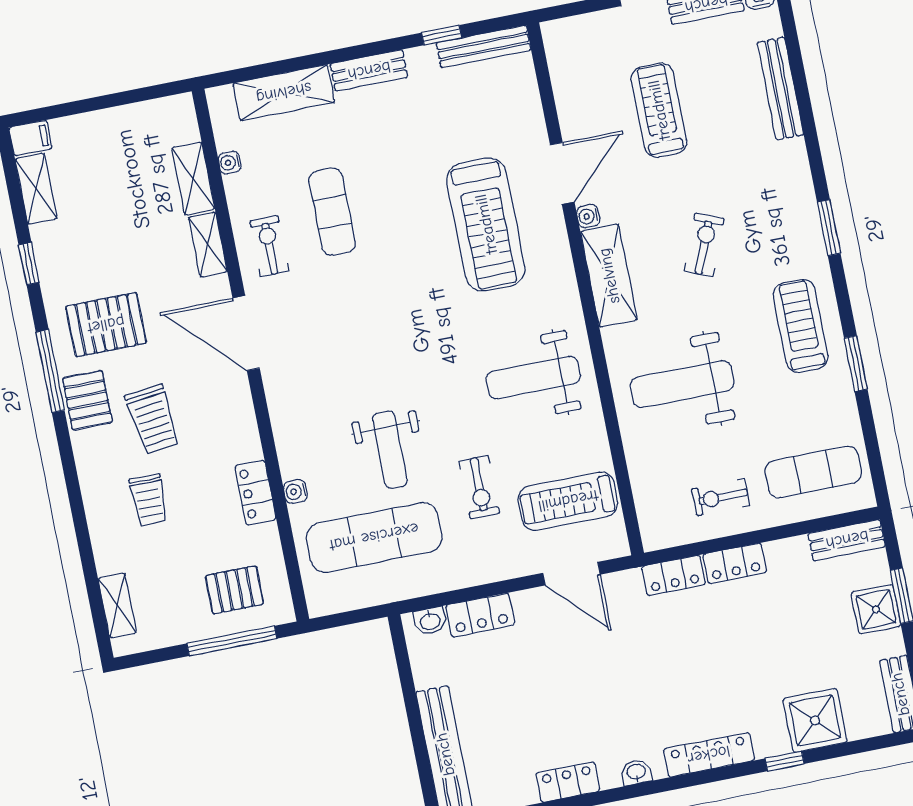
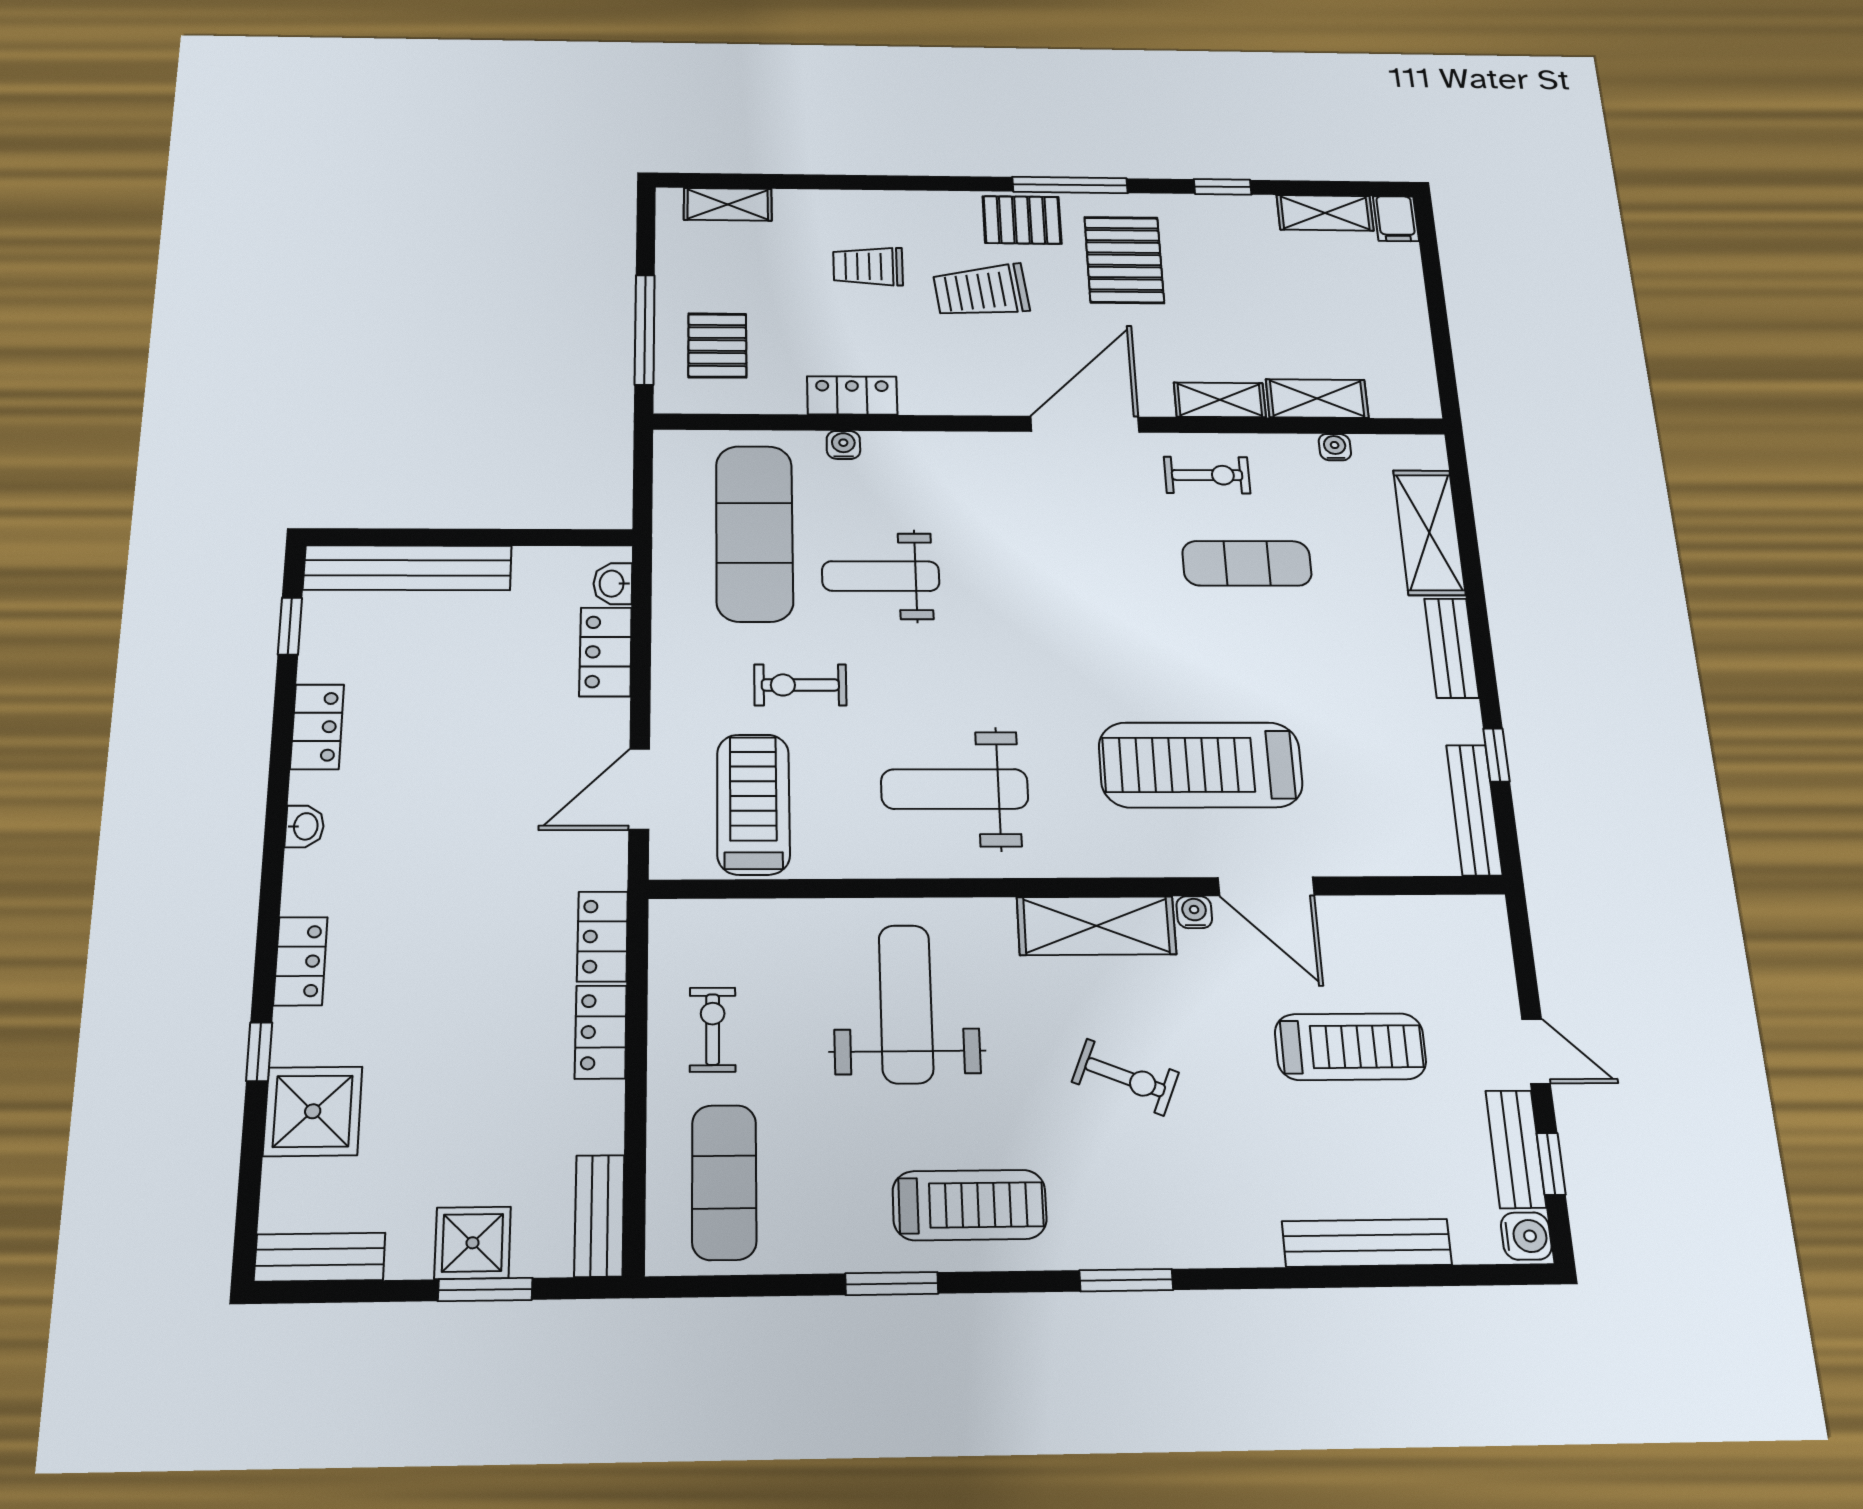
weight bench: (533, 378) -> (955, 789), turned -90
locker: (709, 755) -> (301, 961), width x0.66

